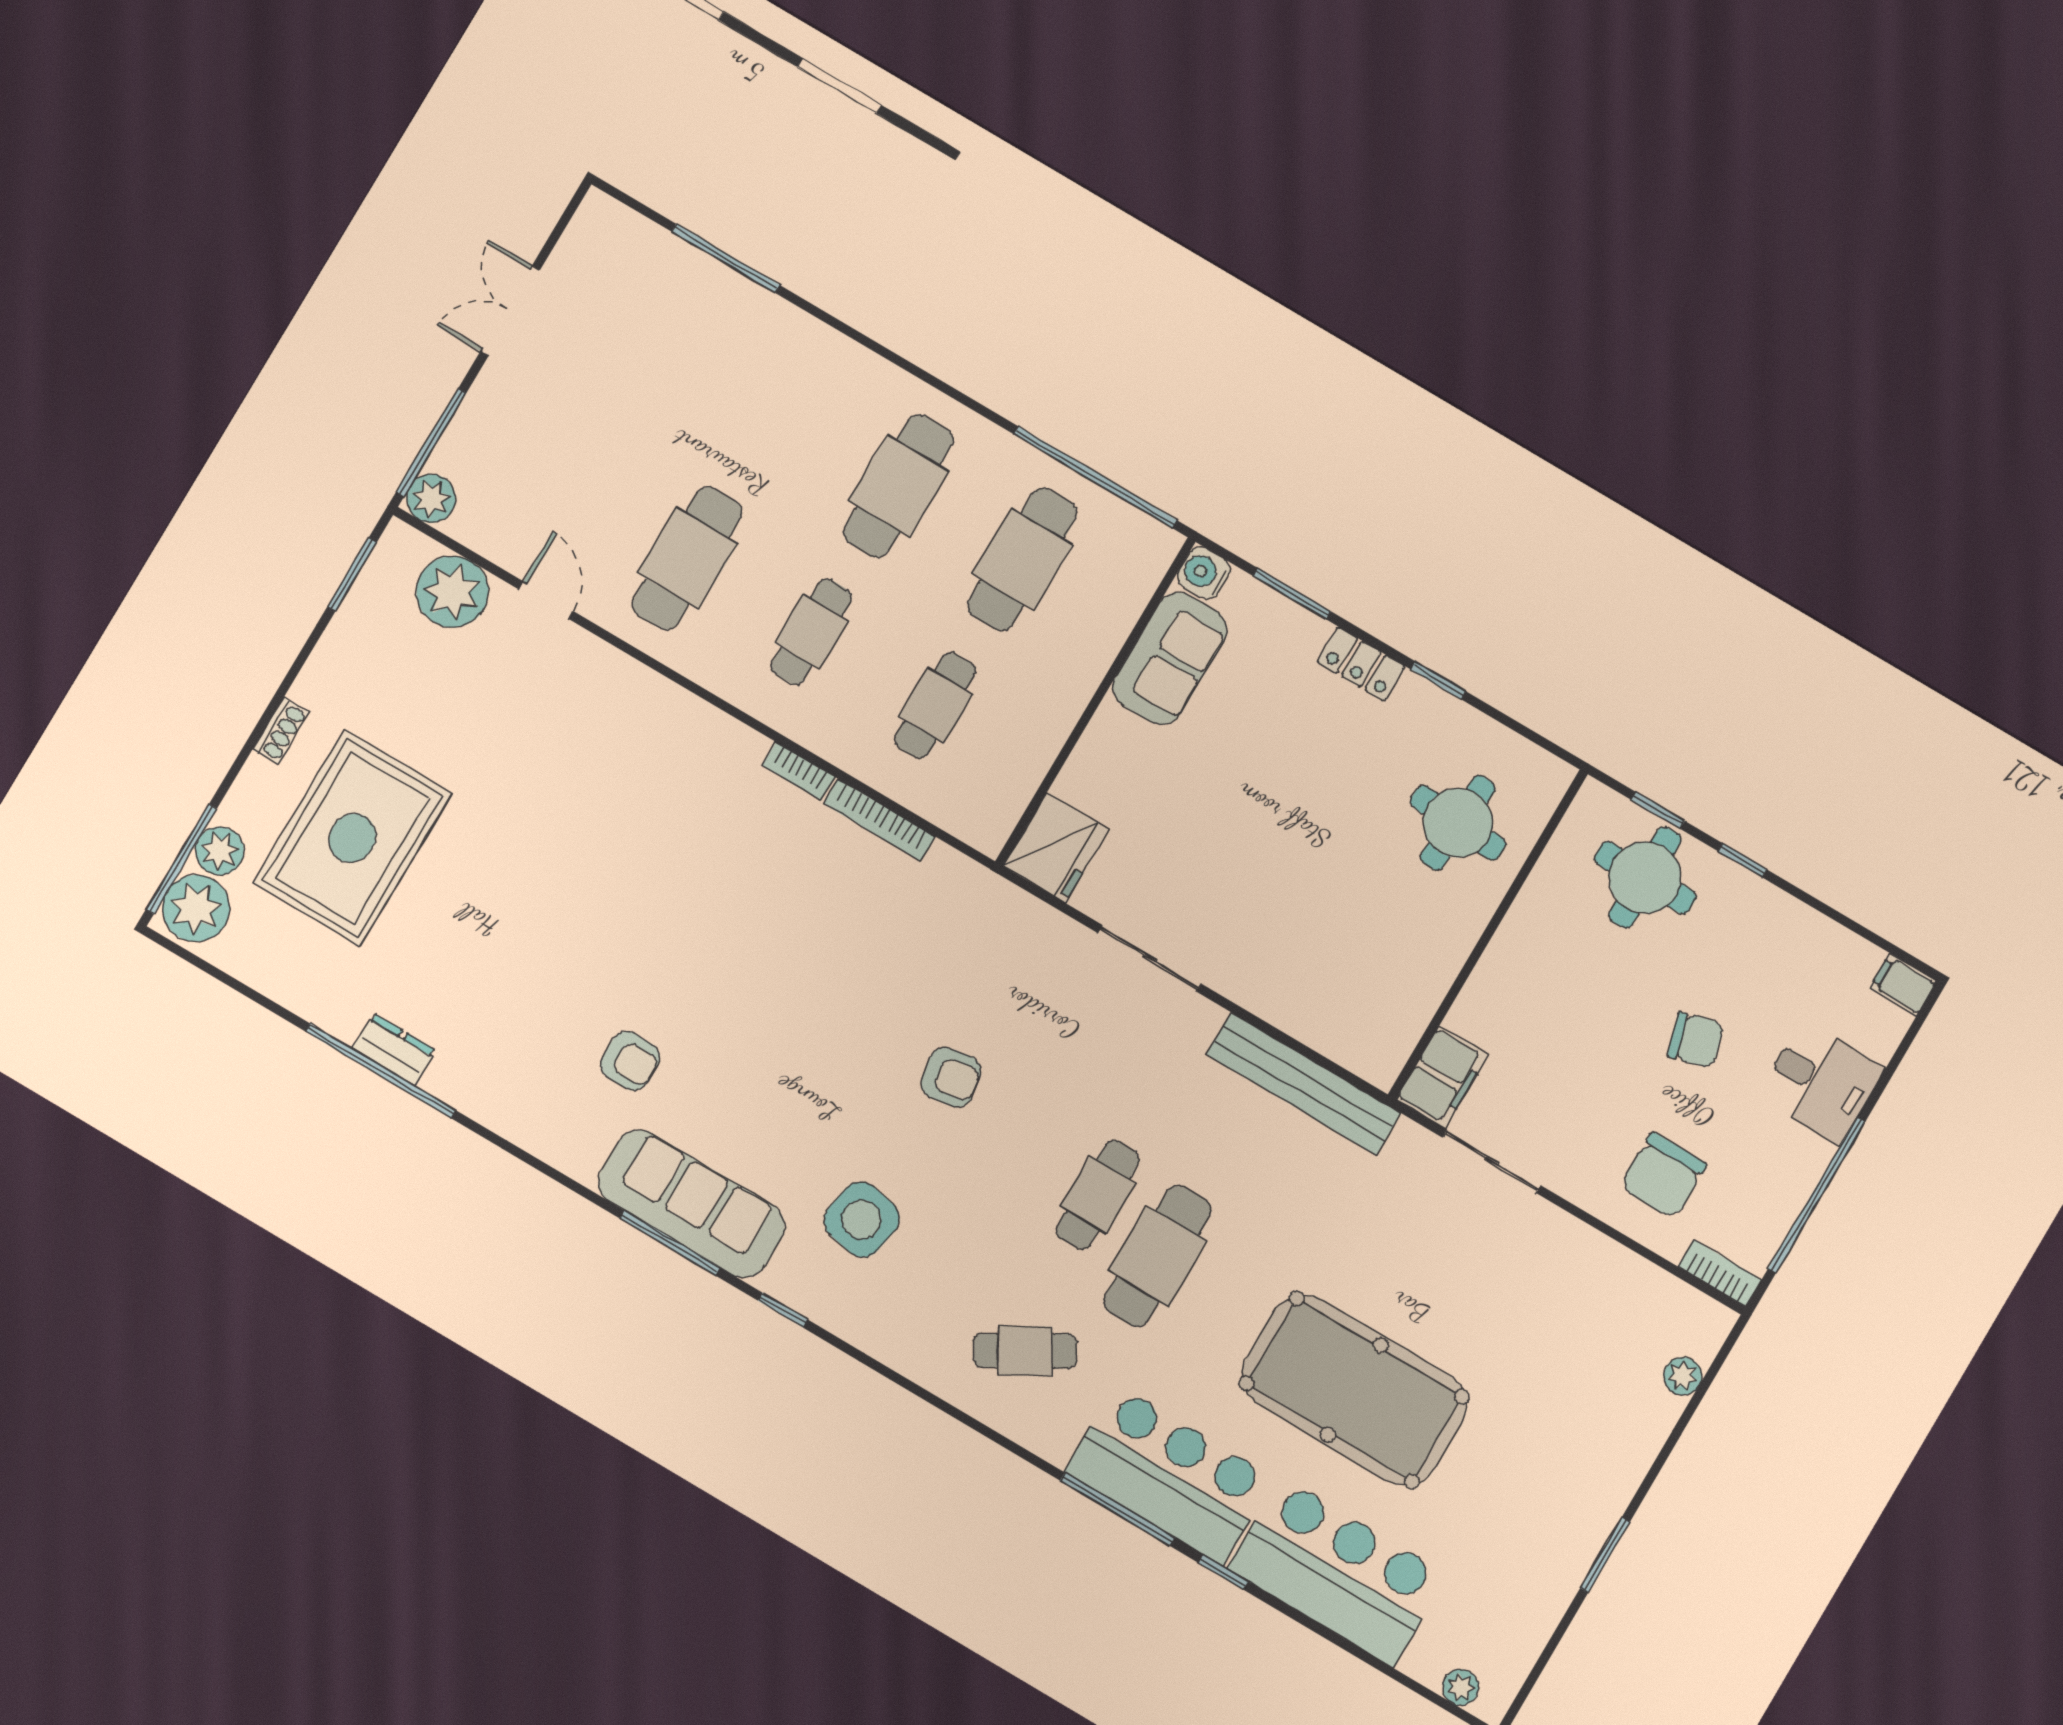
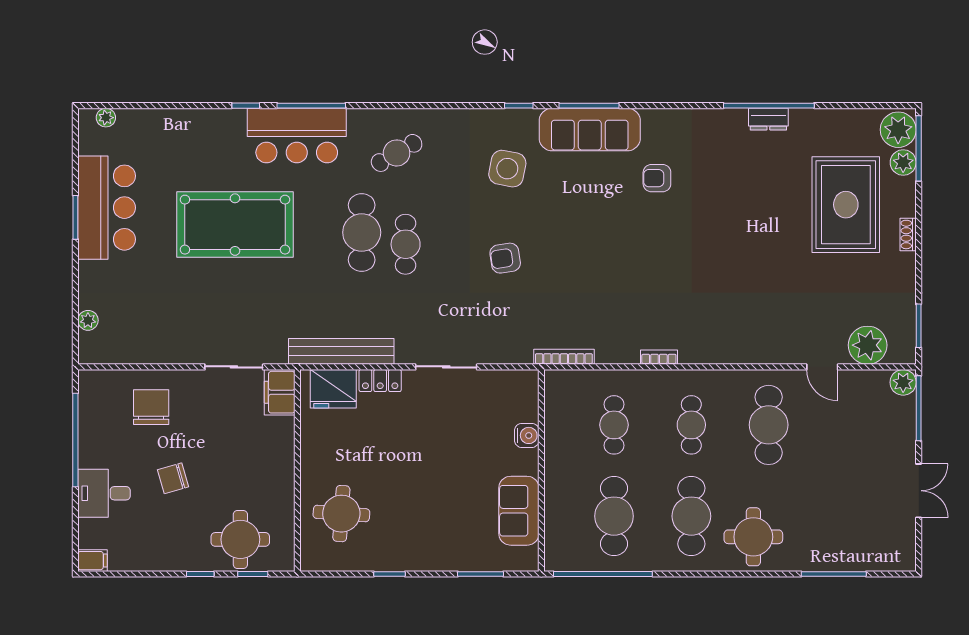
round table: (819, 394) -> (753, 537), added
water cooler: (1204, 573) -> (527, 435), moved
locker: (1361, 664) -> (380, 381), moved, turned 180
bookcase: (879, 820) -> (564, 357), moved
fridge: (1056, 848) -> (333, 389), moved, turned -90
bookcase: (1720, 1273) -> (99, 378), removed
bar counter: (1337, 1572) -> (107, 208), moved, turned -90

